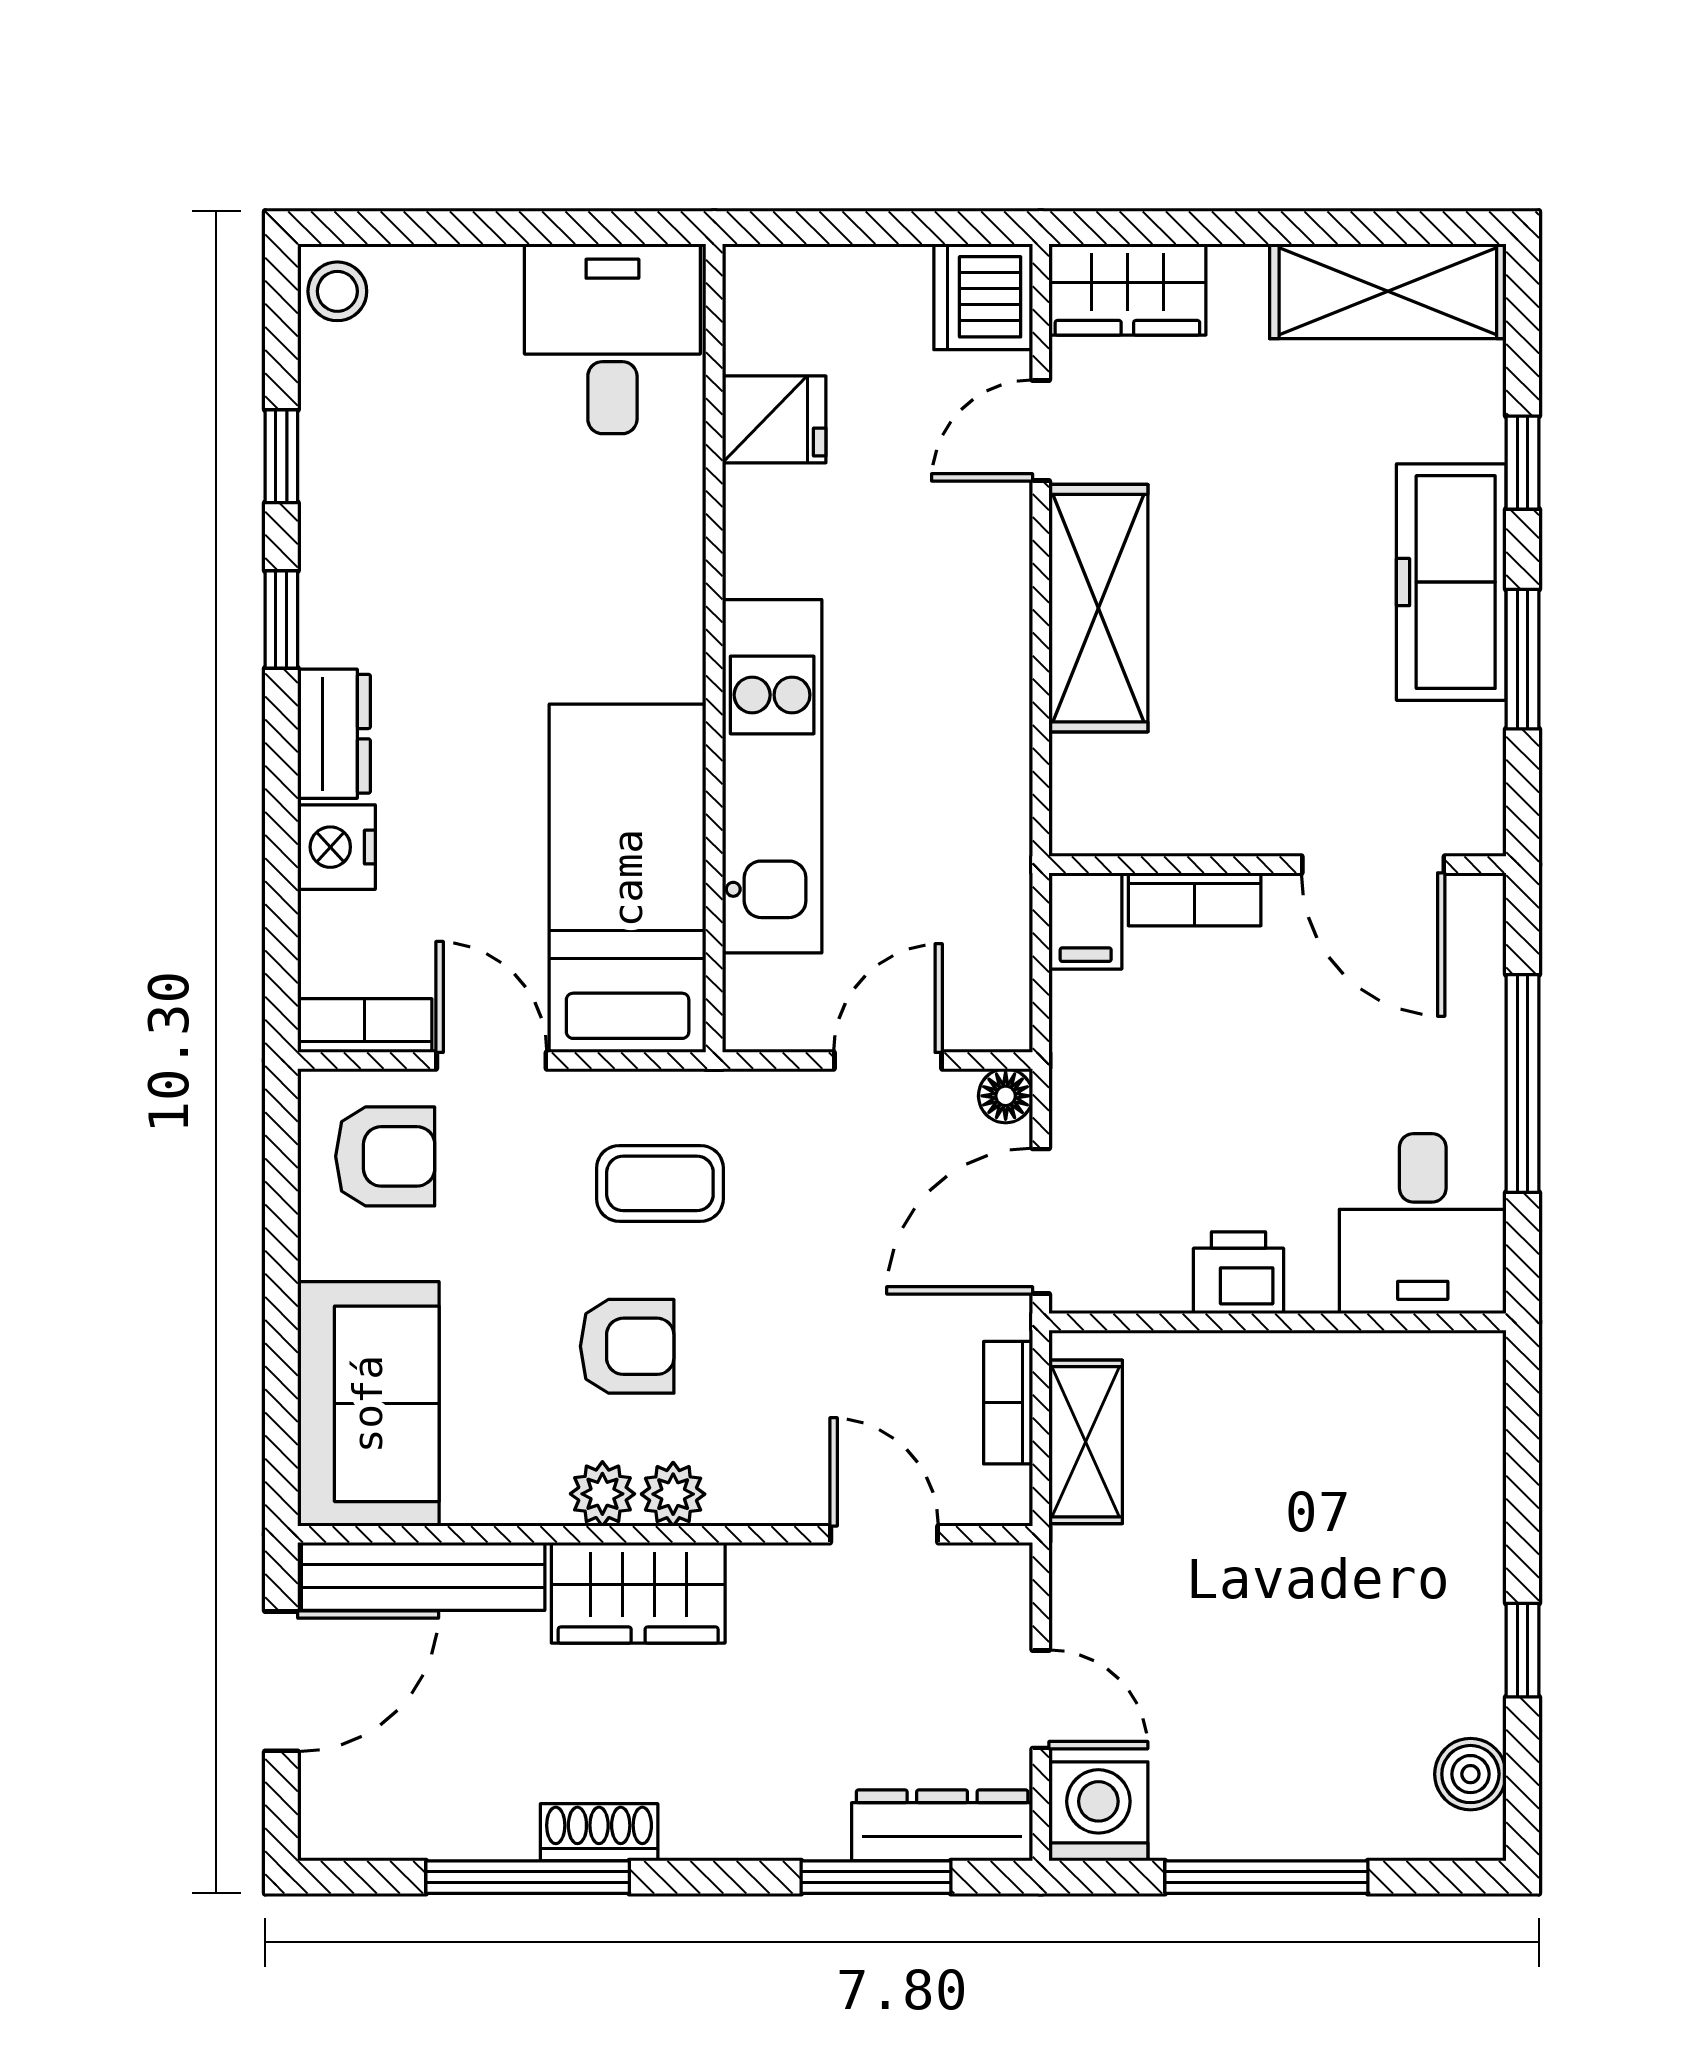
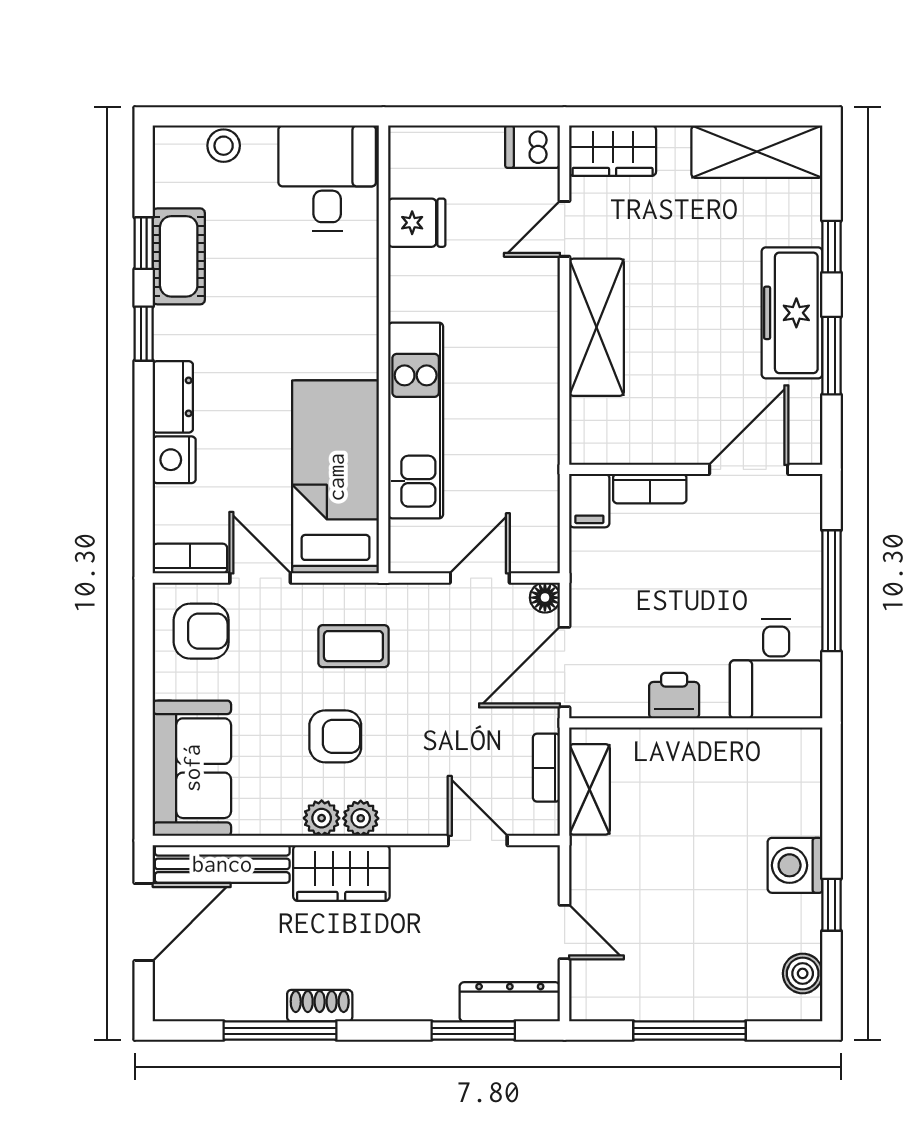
stool: (337, 291) -> (224, 146), moved
dishwasher: (983, 297) -> (533, 147), width x0.73
cot: (345, 480) -> (179, 256), added
door: (1373, 865) -> (749, 469), swing flipped
washing machine: (1098, 1811) -> (795, 865), moved, turned -90

